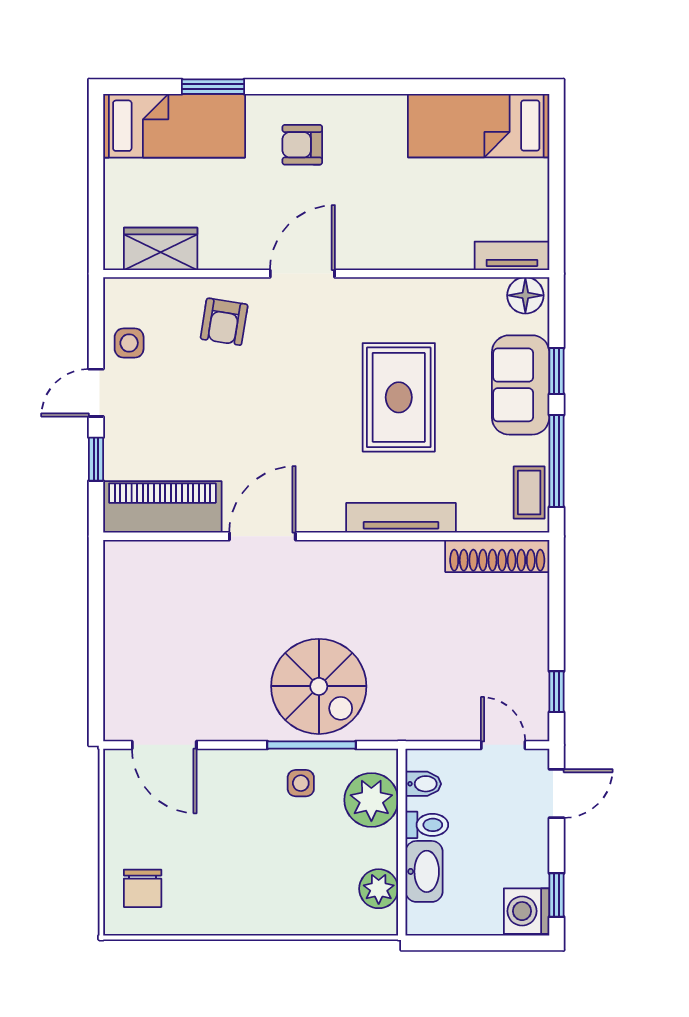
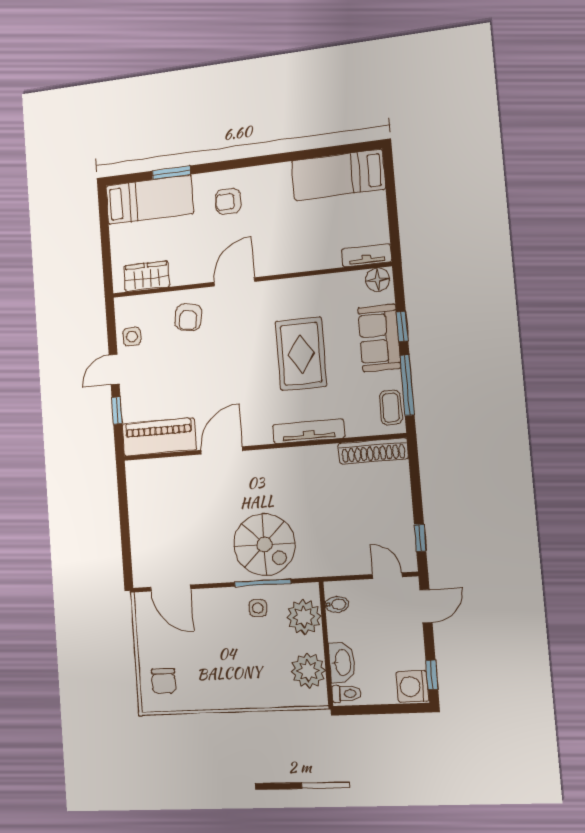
toilet: (427, 825) -> (346, 694), moved
plant: (379, 889) -> (308, 671), width x1.36, depth x1.36

